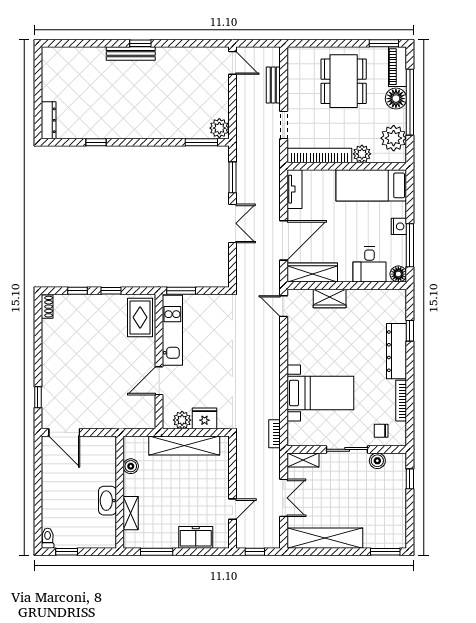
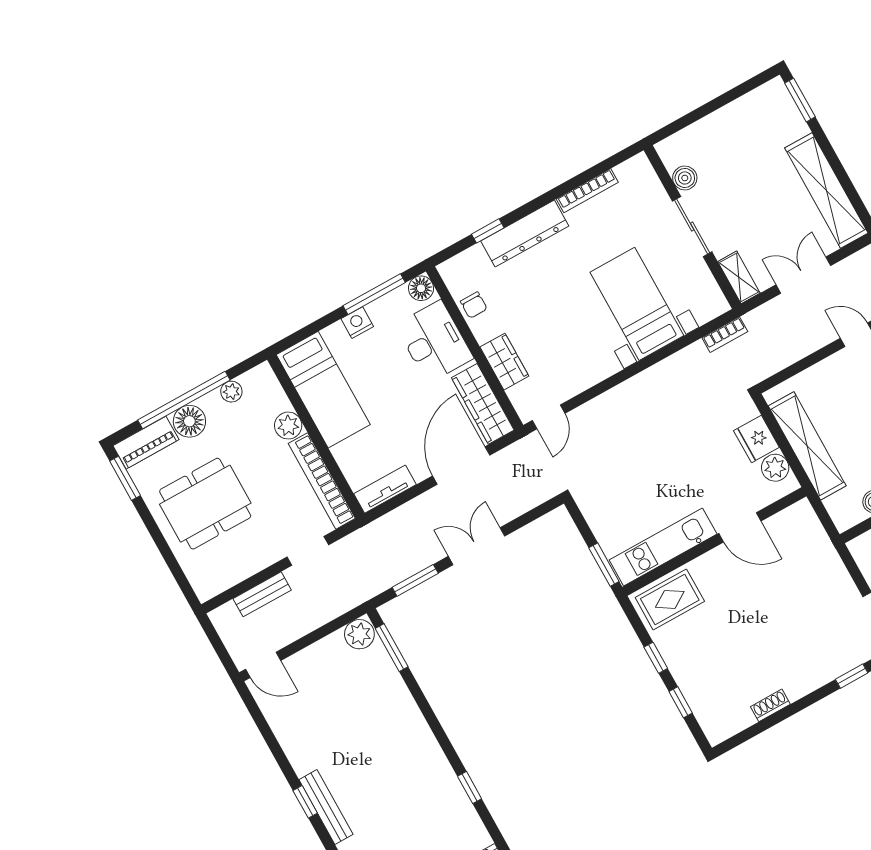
door: (232, 63) -> (263, 665), swing flipped
plant: (394, 138) -> (231, 392), width x0.53, depth x0.53
door: (284, 240) -> (461, 466), hinge flipped
desk: (369, 265) -> (434, 342), width x1.37
shoe rack: (47, 307) -> (770, 705), moved
chair: (381, 431) -> (474, 305), moved
window: (410, 479) -> (685, 121), removed

